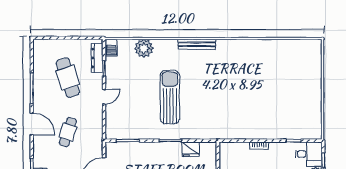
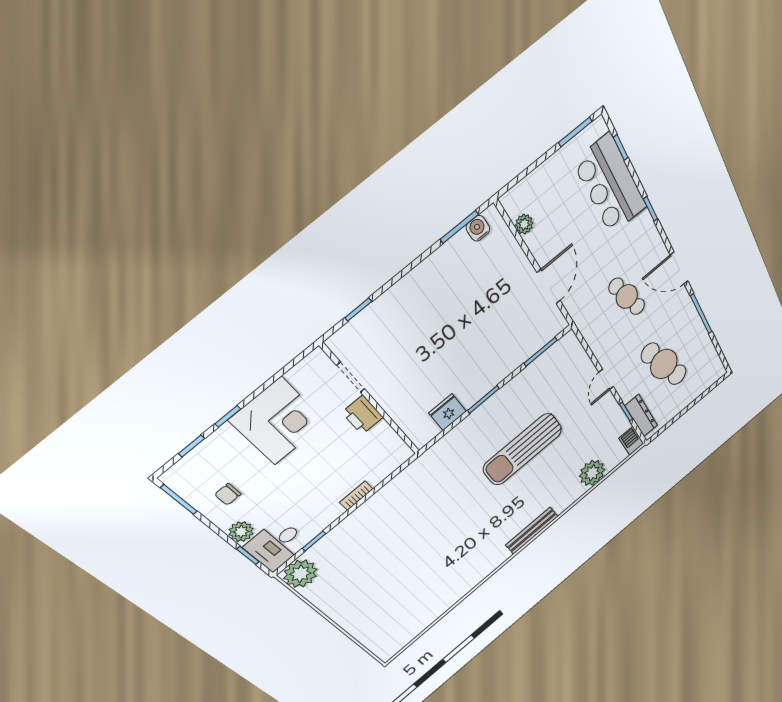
sun lounger: (170, 97) -> (523, 449), turned 90
plant: (312, 130) -> (300, 574), added
cafe table: (68, 132) -> (627, 296), turned -33

